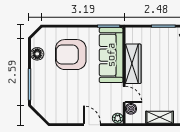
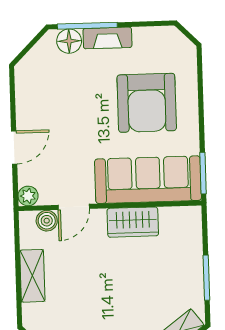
floor lamp: (37, 54) -> (69, 41), moved
armchair: (71, 55) -> (147, 103), turned 180
wardrobe: (133, 64) -> (133, 222), width x0.67
fireplace: (36, 74) -> (107, 38), added

